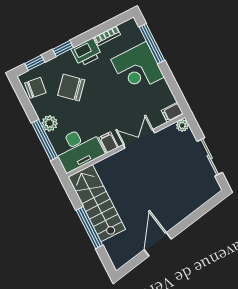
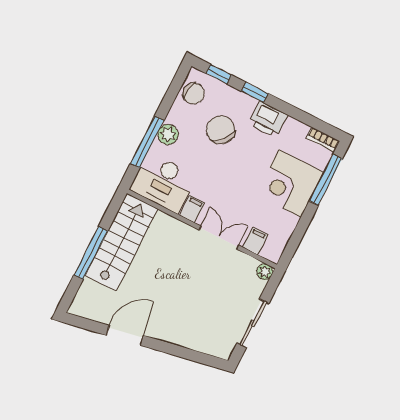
bookcase: (107, 36) -> (323, 140), moved
filing cabinet: (172, 112) -> (255, 241), moved, turned 90

